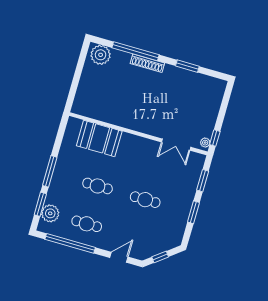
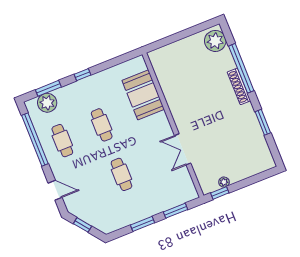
plant: (205, 143) -> (224, 182), moved
double door: (176, 145) -> (183, 149), moved
window: (50, 171) -> (83, 75), width x0.46

